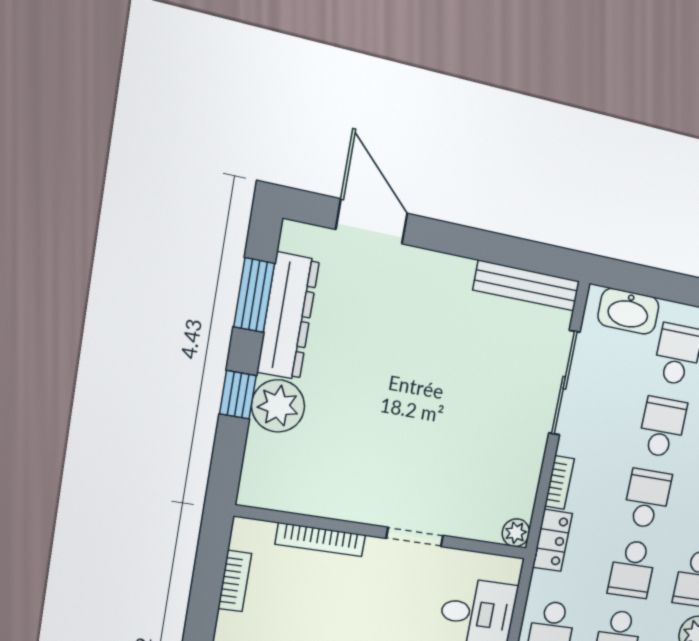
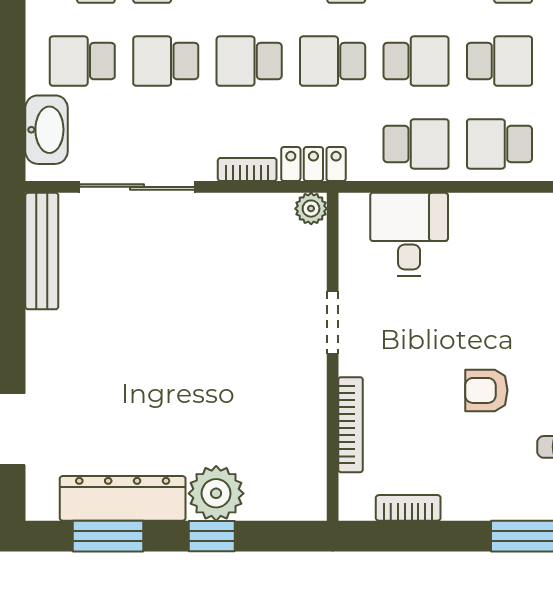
school desk: (632, 569) -> (333, 61), turned 180

